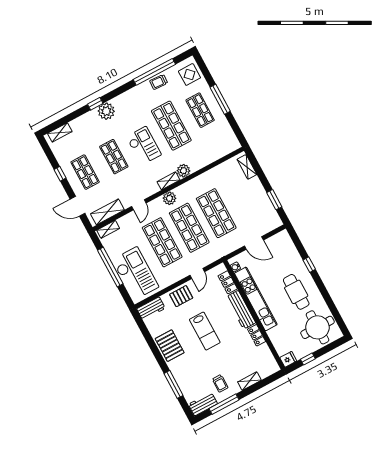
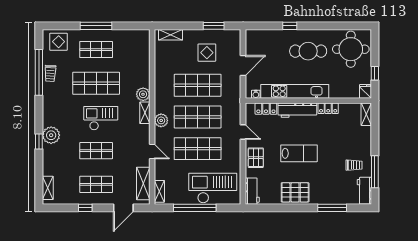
display table: (248, 206) -> (207, 53), added
shelving: (249, 381) -> (366, 114), moved

